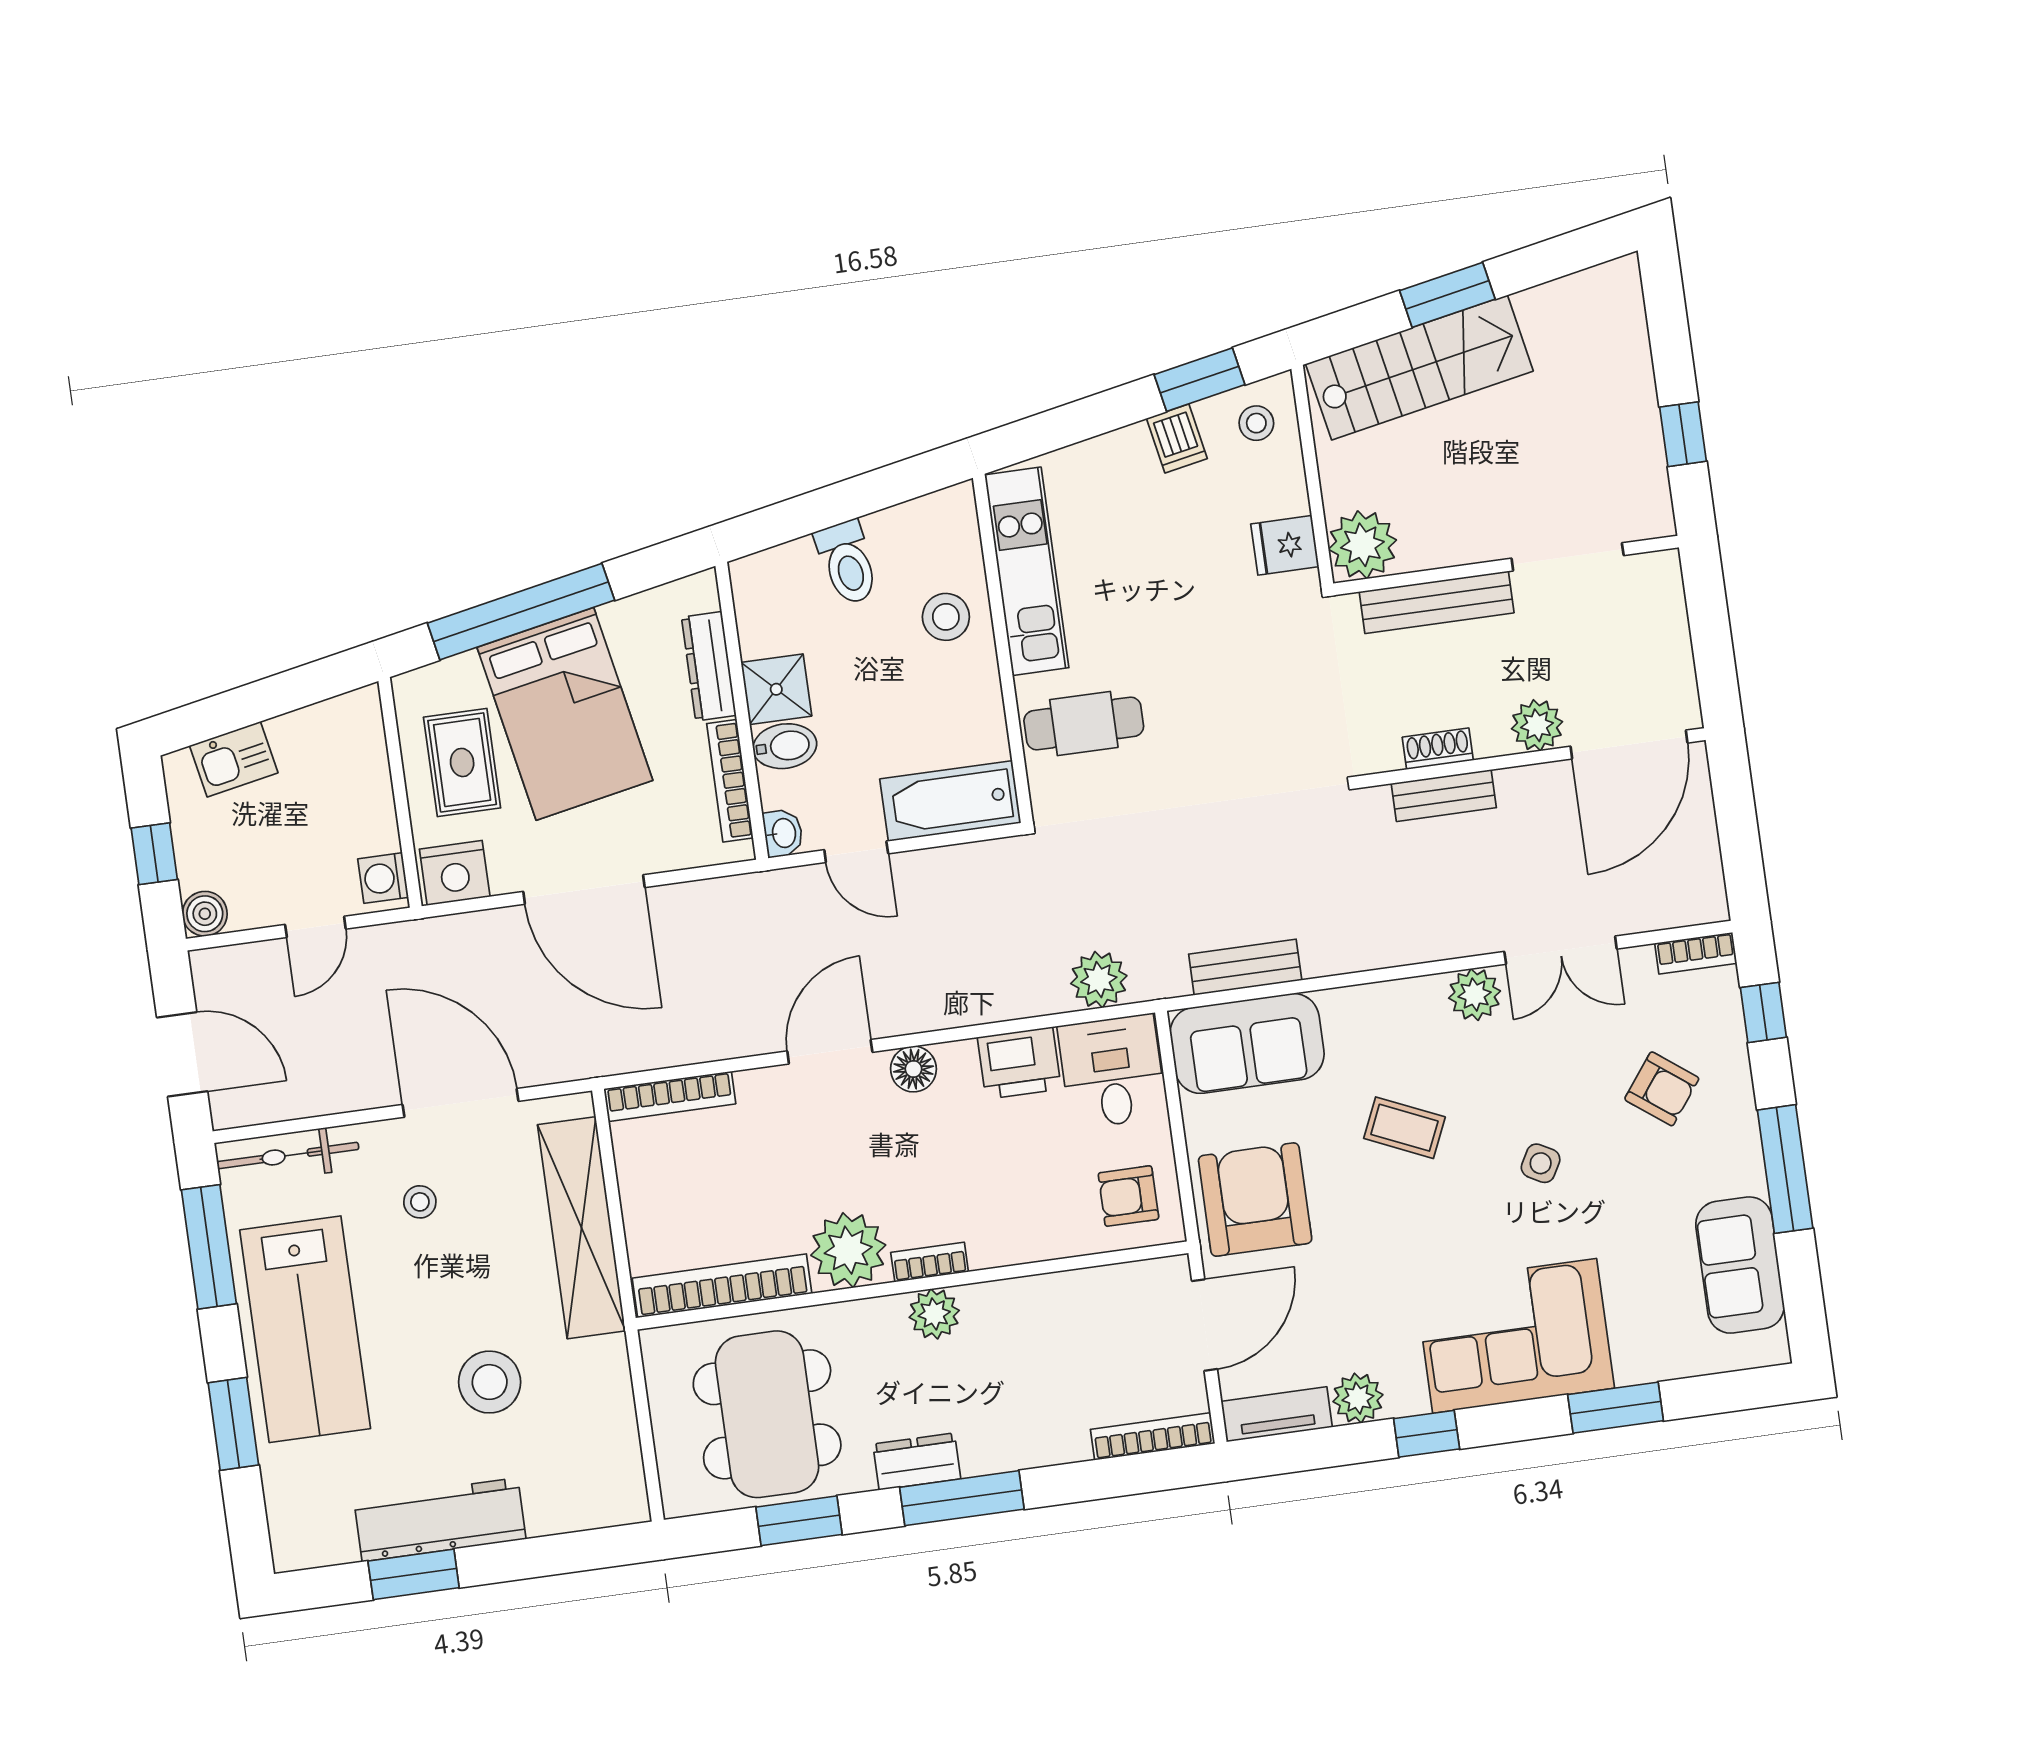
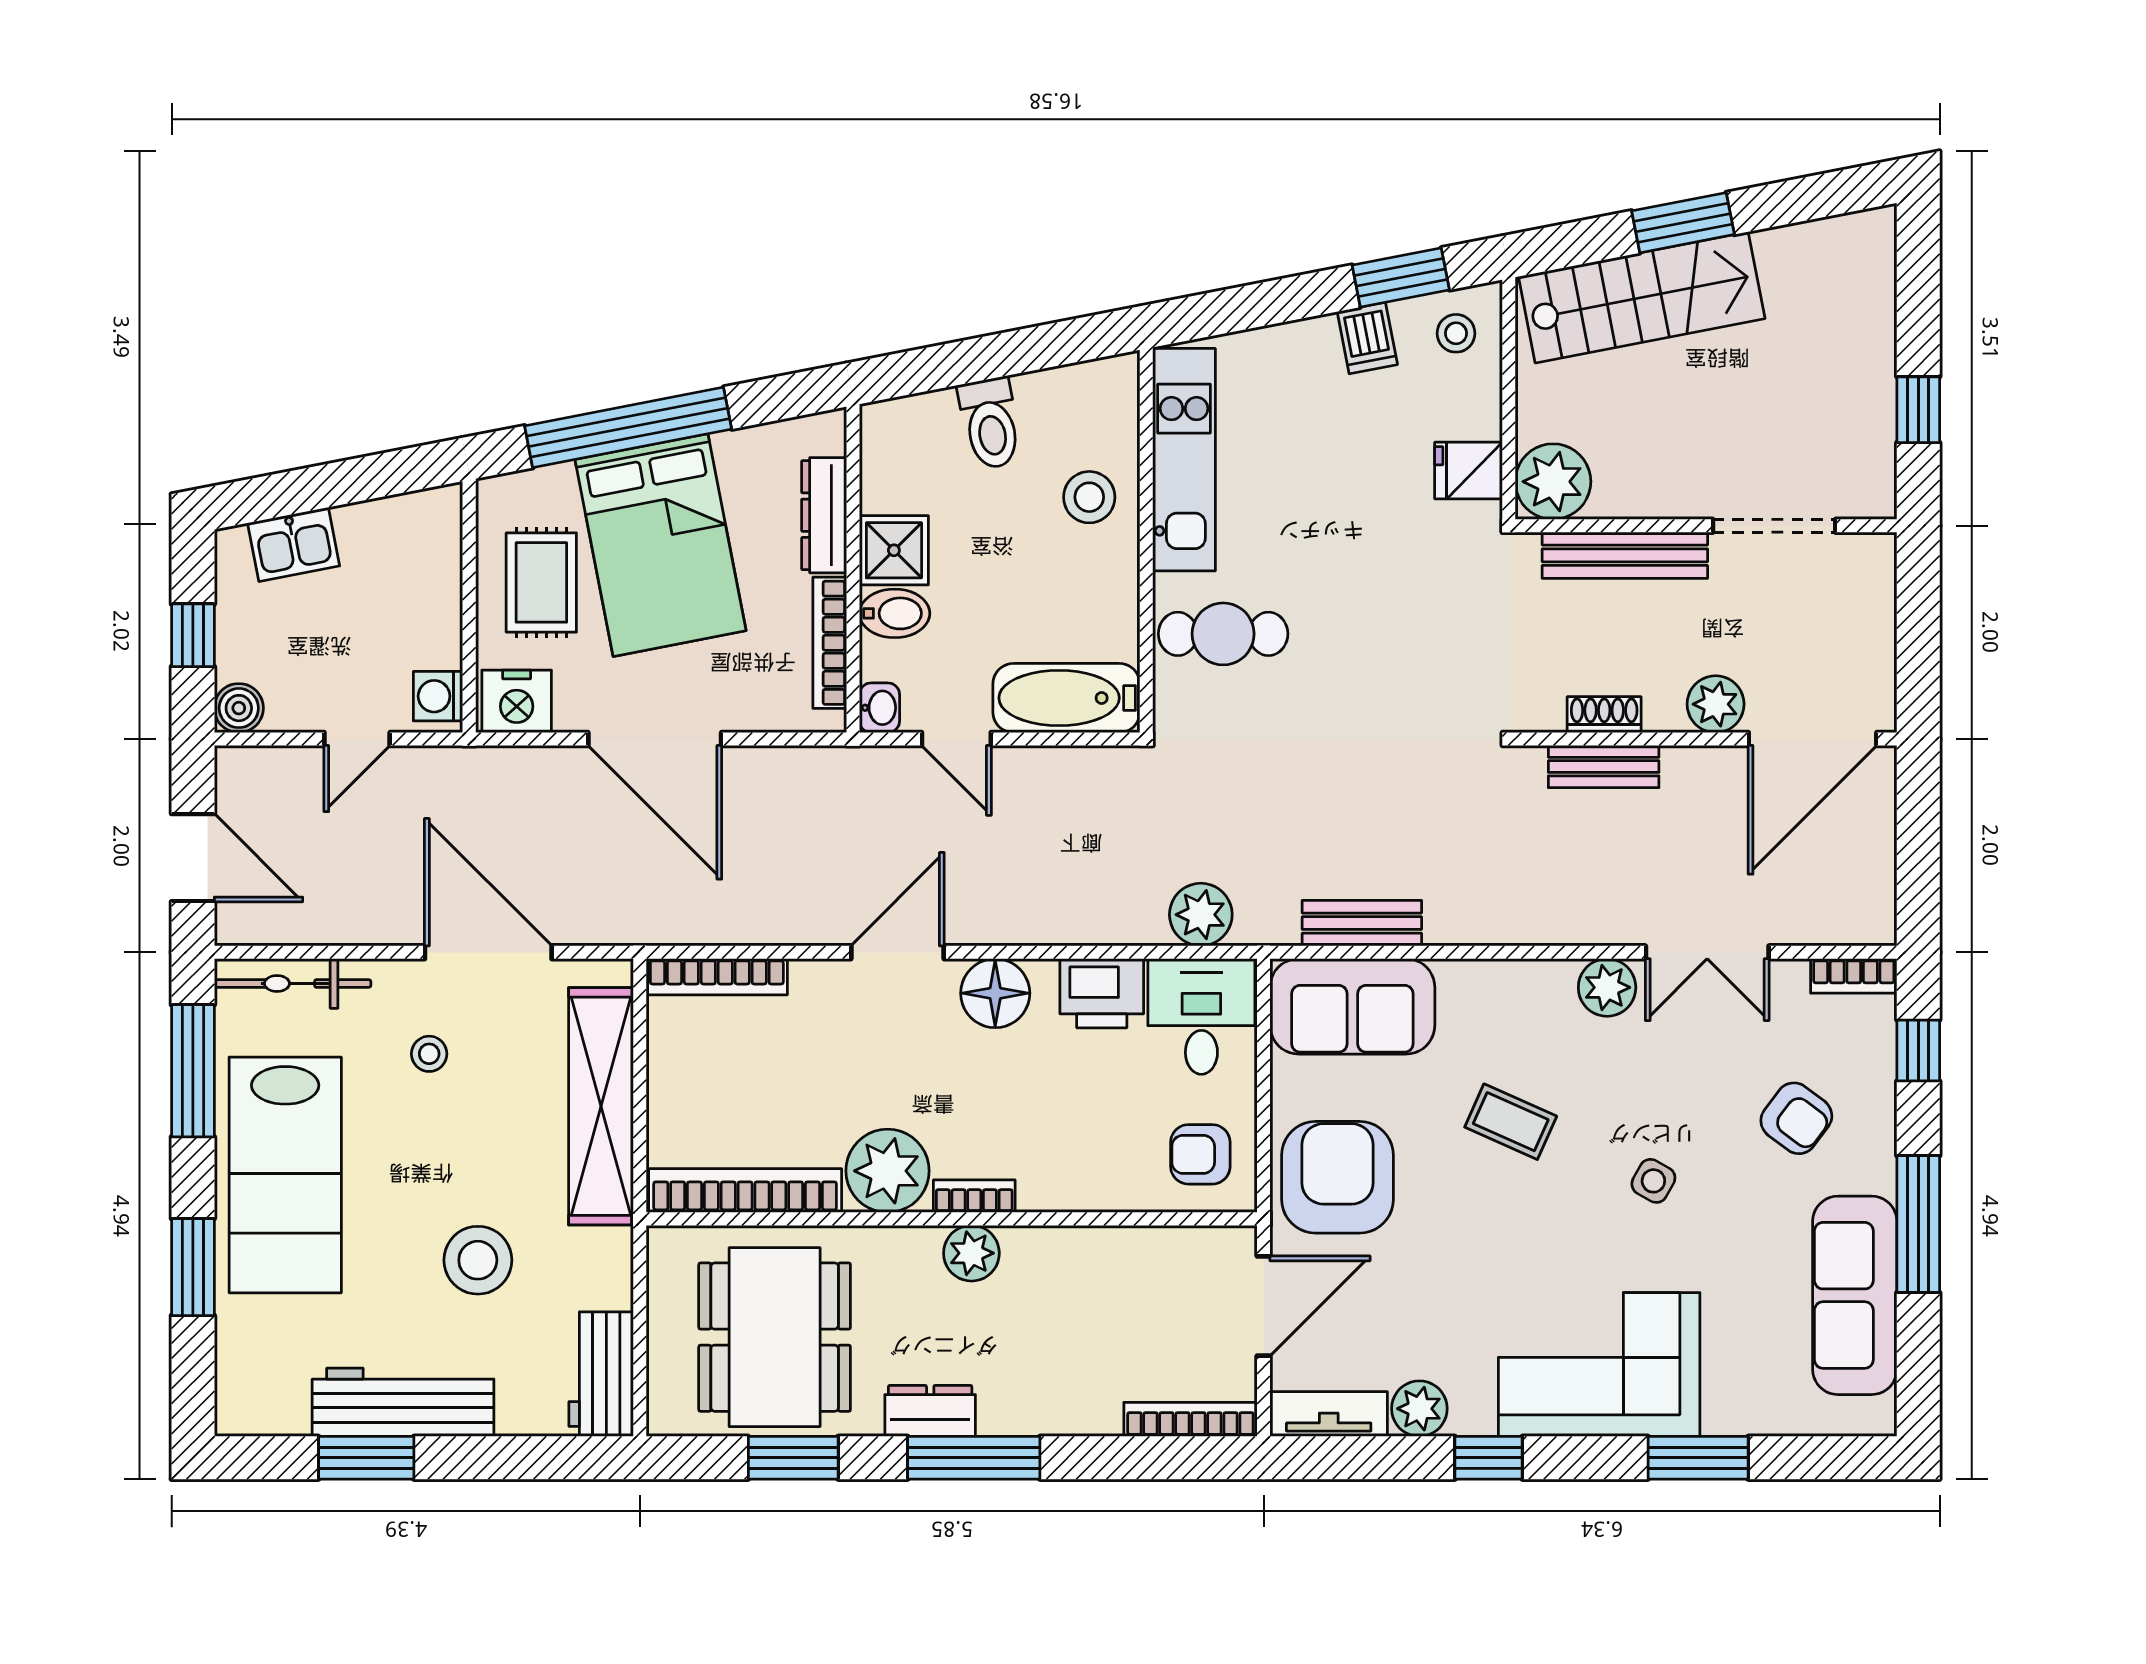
floor lamp: (913, 1069) -> (995, 993), width x1.38, depth x1.38
sofa: (1740, 1265) -> (1855, 1295), width x1.36
workbench: (615, 1469) -> (601, 1374), added

